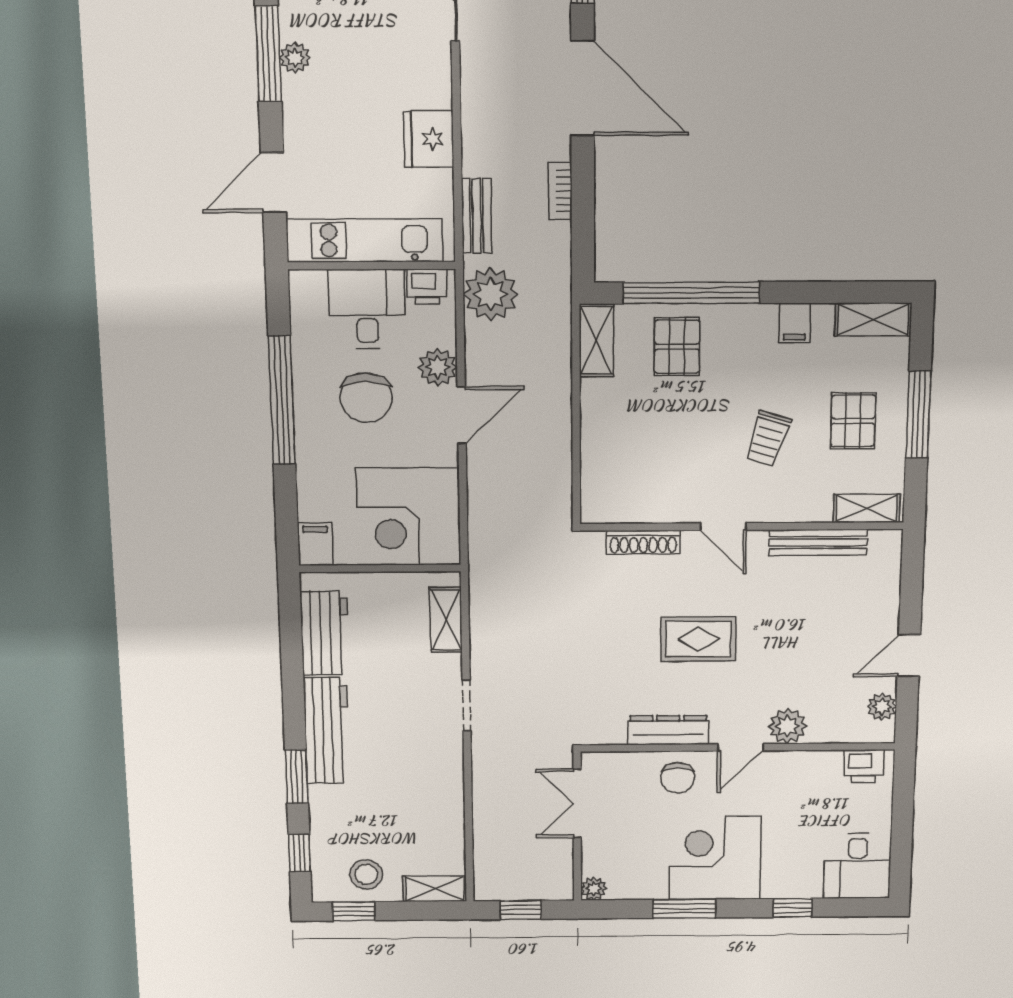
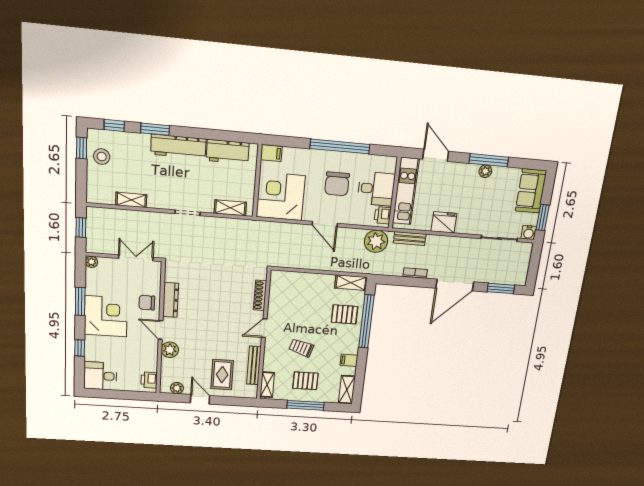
plant: (438, 367) -> (347, 216), removed
chair: (366, 398) -> (337, 184), turned -90
rug: (698, 639) -> (222, 375), moved
shelving: (435, 889) -> (131, 200), moved, turned 90

